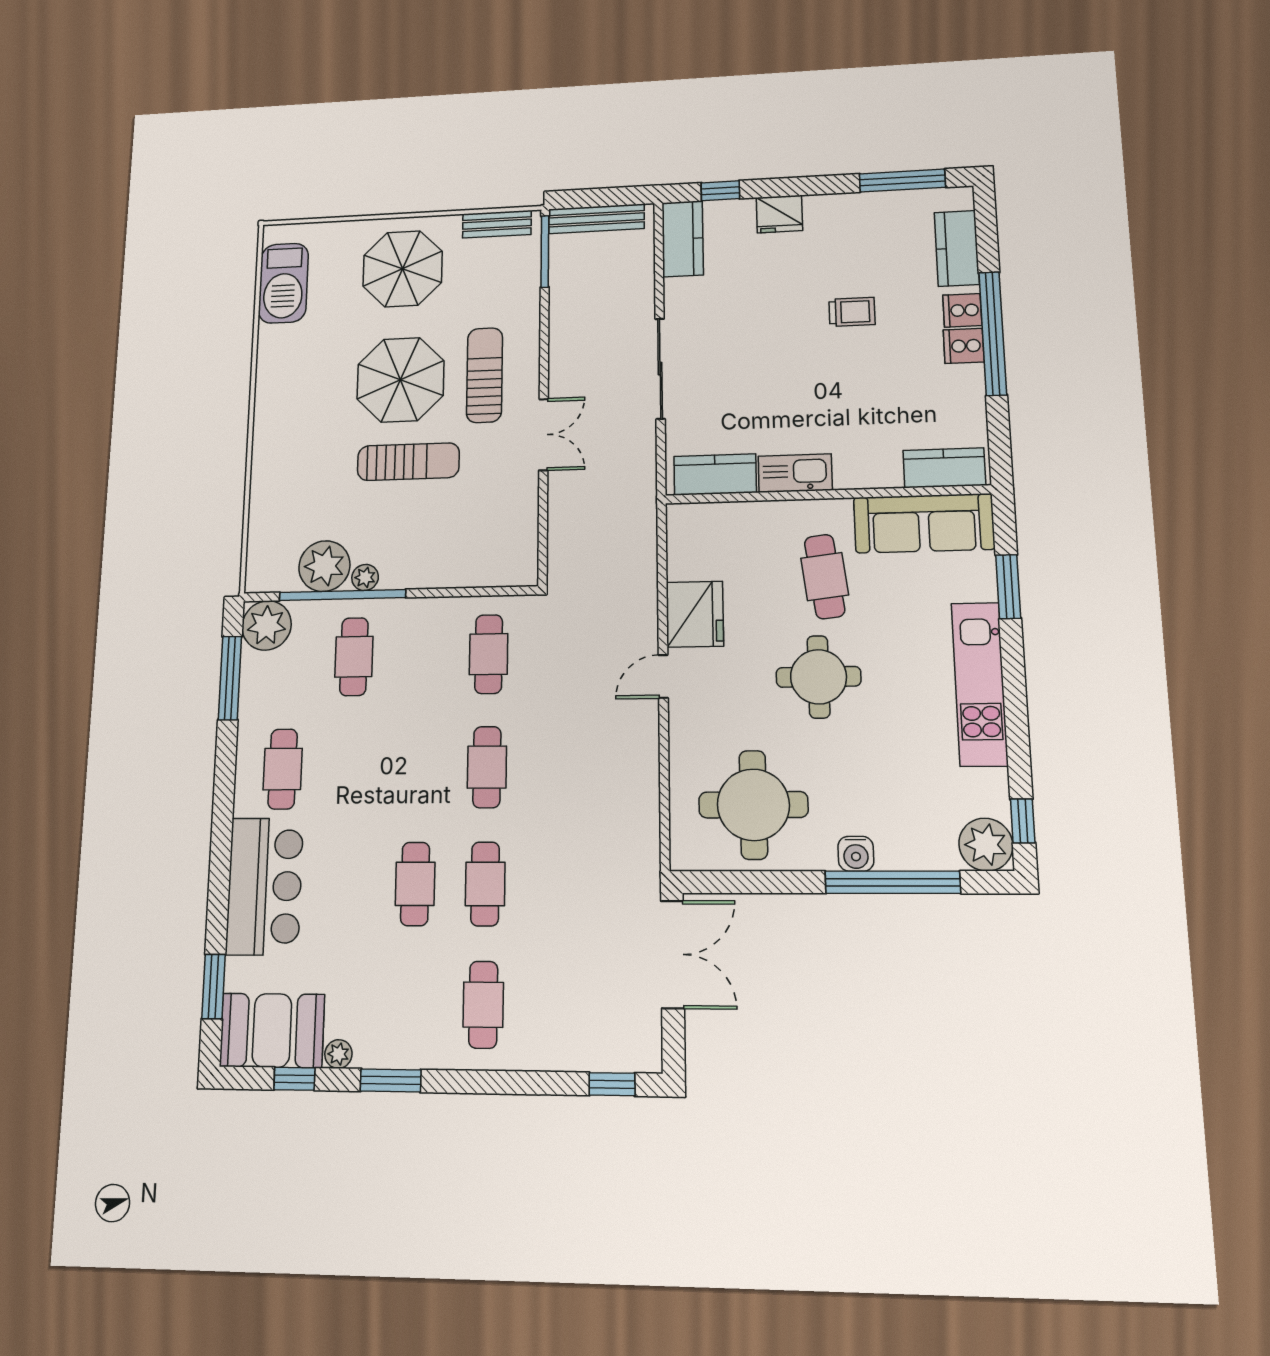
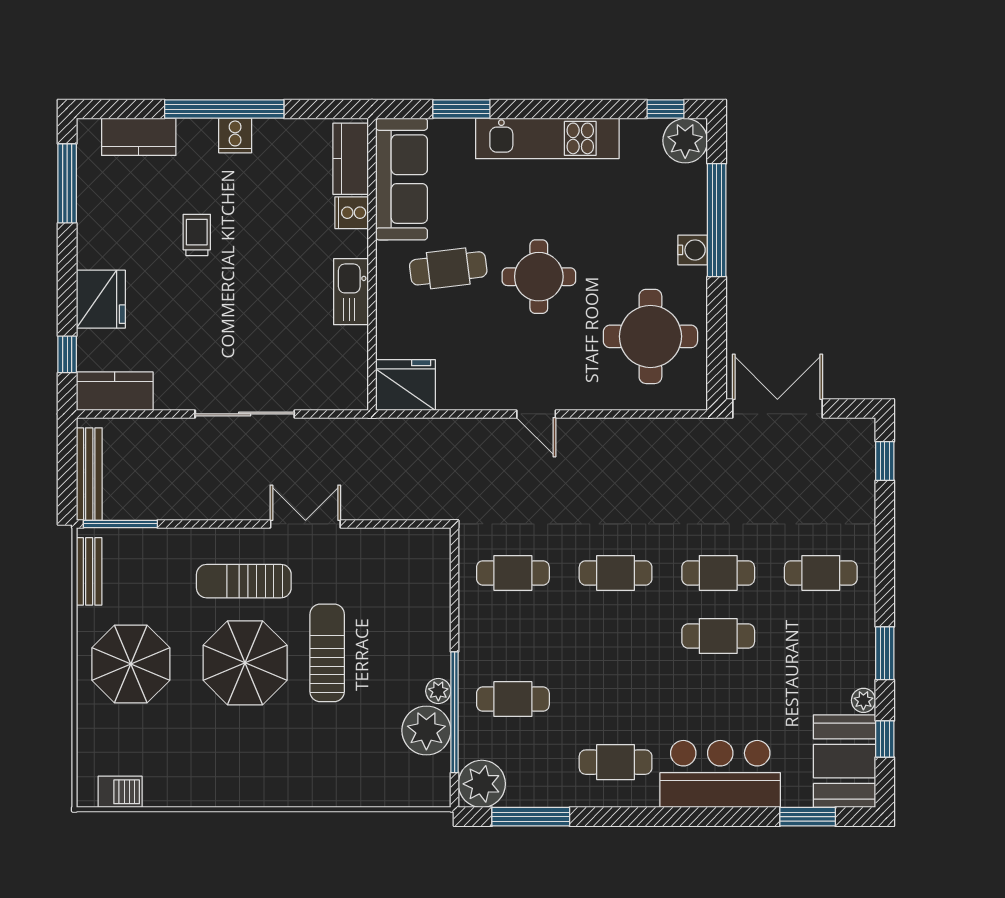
fridge: (779, 214) -> (101, 299), width x1.36, depth x1.34
barbecue: (283, 283) -> (120, 792), width x0.53, depth x0.65
cooker: (962, 310) -> (352, 213), moved, turned 90
kitchen counter: (715, 474) -> (350, 364), removed
fridge: (695, 614) -> (406, 385), moved

